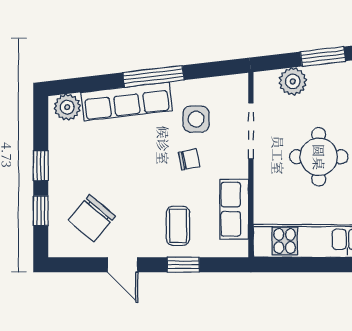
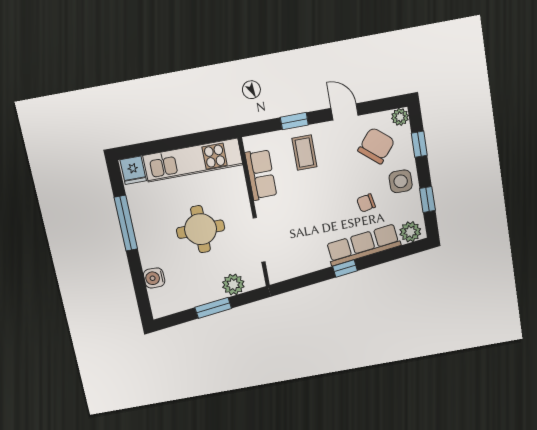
window: (153, 76) -> (345, 268), width x0.46
side table: (196, 119) -> (401, 181), moved
chair: (189, 159) -> (366, 203), moved
window: (41, 166) -> (427, 199), moved
plant: (59, 247) -> (400, 117), added

